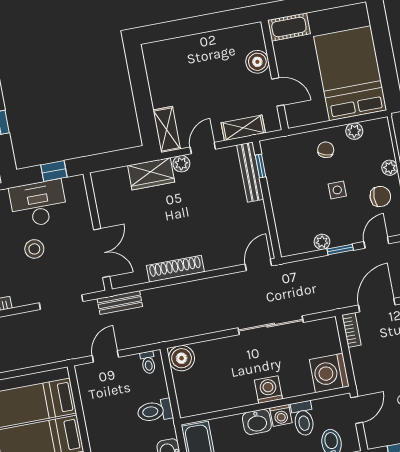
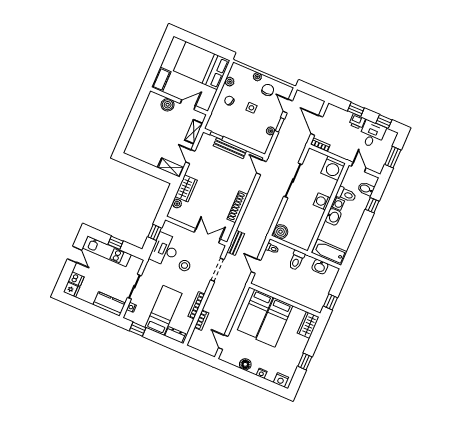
plant: (181, 164) -> (177, 204), moved
bench: (250, 172) -> (230, 148), moved

